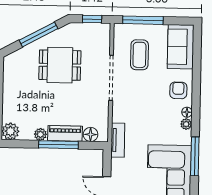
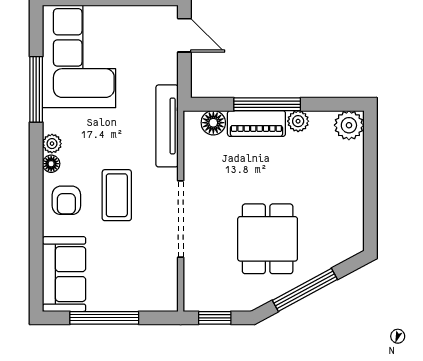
window: (143, 20) -> (104, 318), moved
coffee table: (139, 55) -> (117, 195), moved
dining table: (60, 65) -> (268, 239), turned 90
tv unit: (118, 140) -> (167, 126), width x1.41

